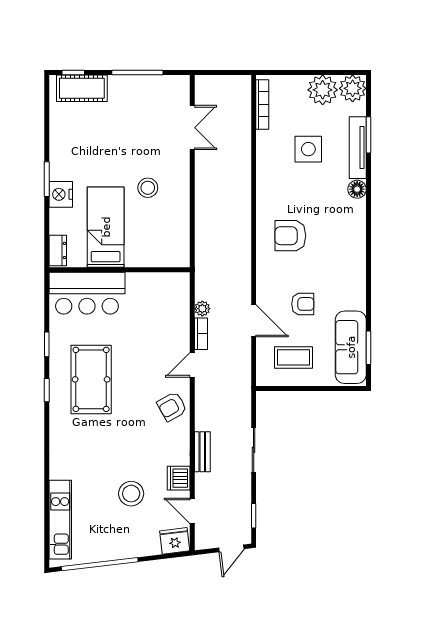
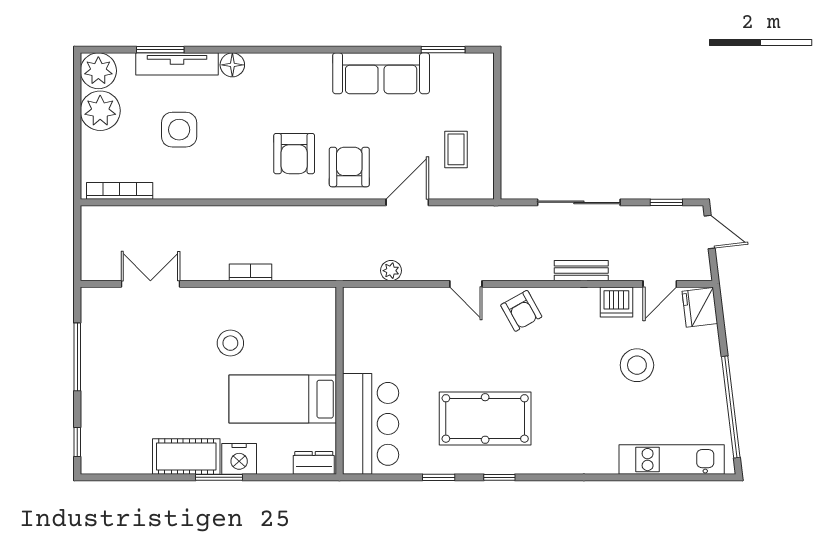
cot: (82, 88) -> (186, 456), moved, turned 90
armchair: (303, 304) -> (349, 167), moved, width x1.38, depth x1.38
bookcase: (201, 334) -> (250, 272), moved
sofa: (351, 347) -> (381, 73), moved
coffee table: (293, 357) -> (456, 149), width x0.73, depth x0.77
sliding door: (254, 450) -> (579, 202), width x1.37

